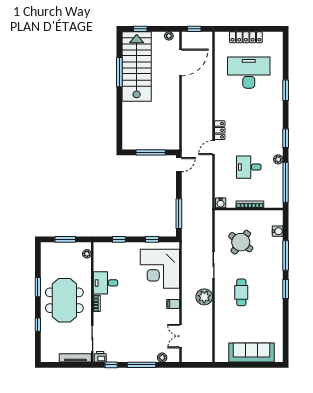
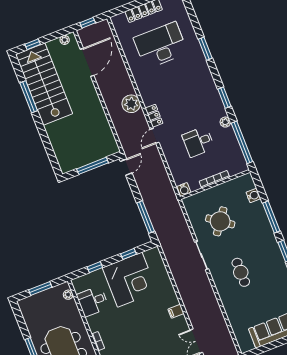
corner desk: (160, 269) -> (130, 280), moved, turned -90
desk: (106, 283) -> (93, 301), moved
plant: (204, 297) -> (131, 104), moved

